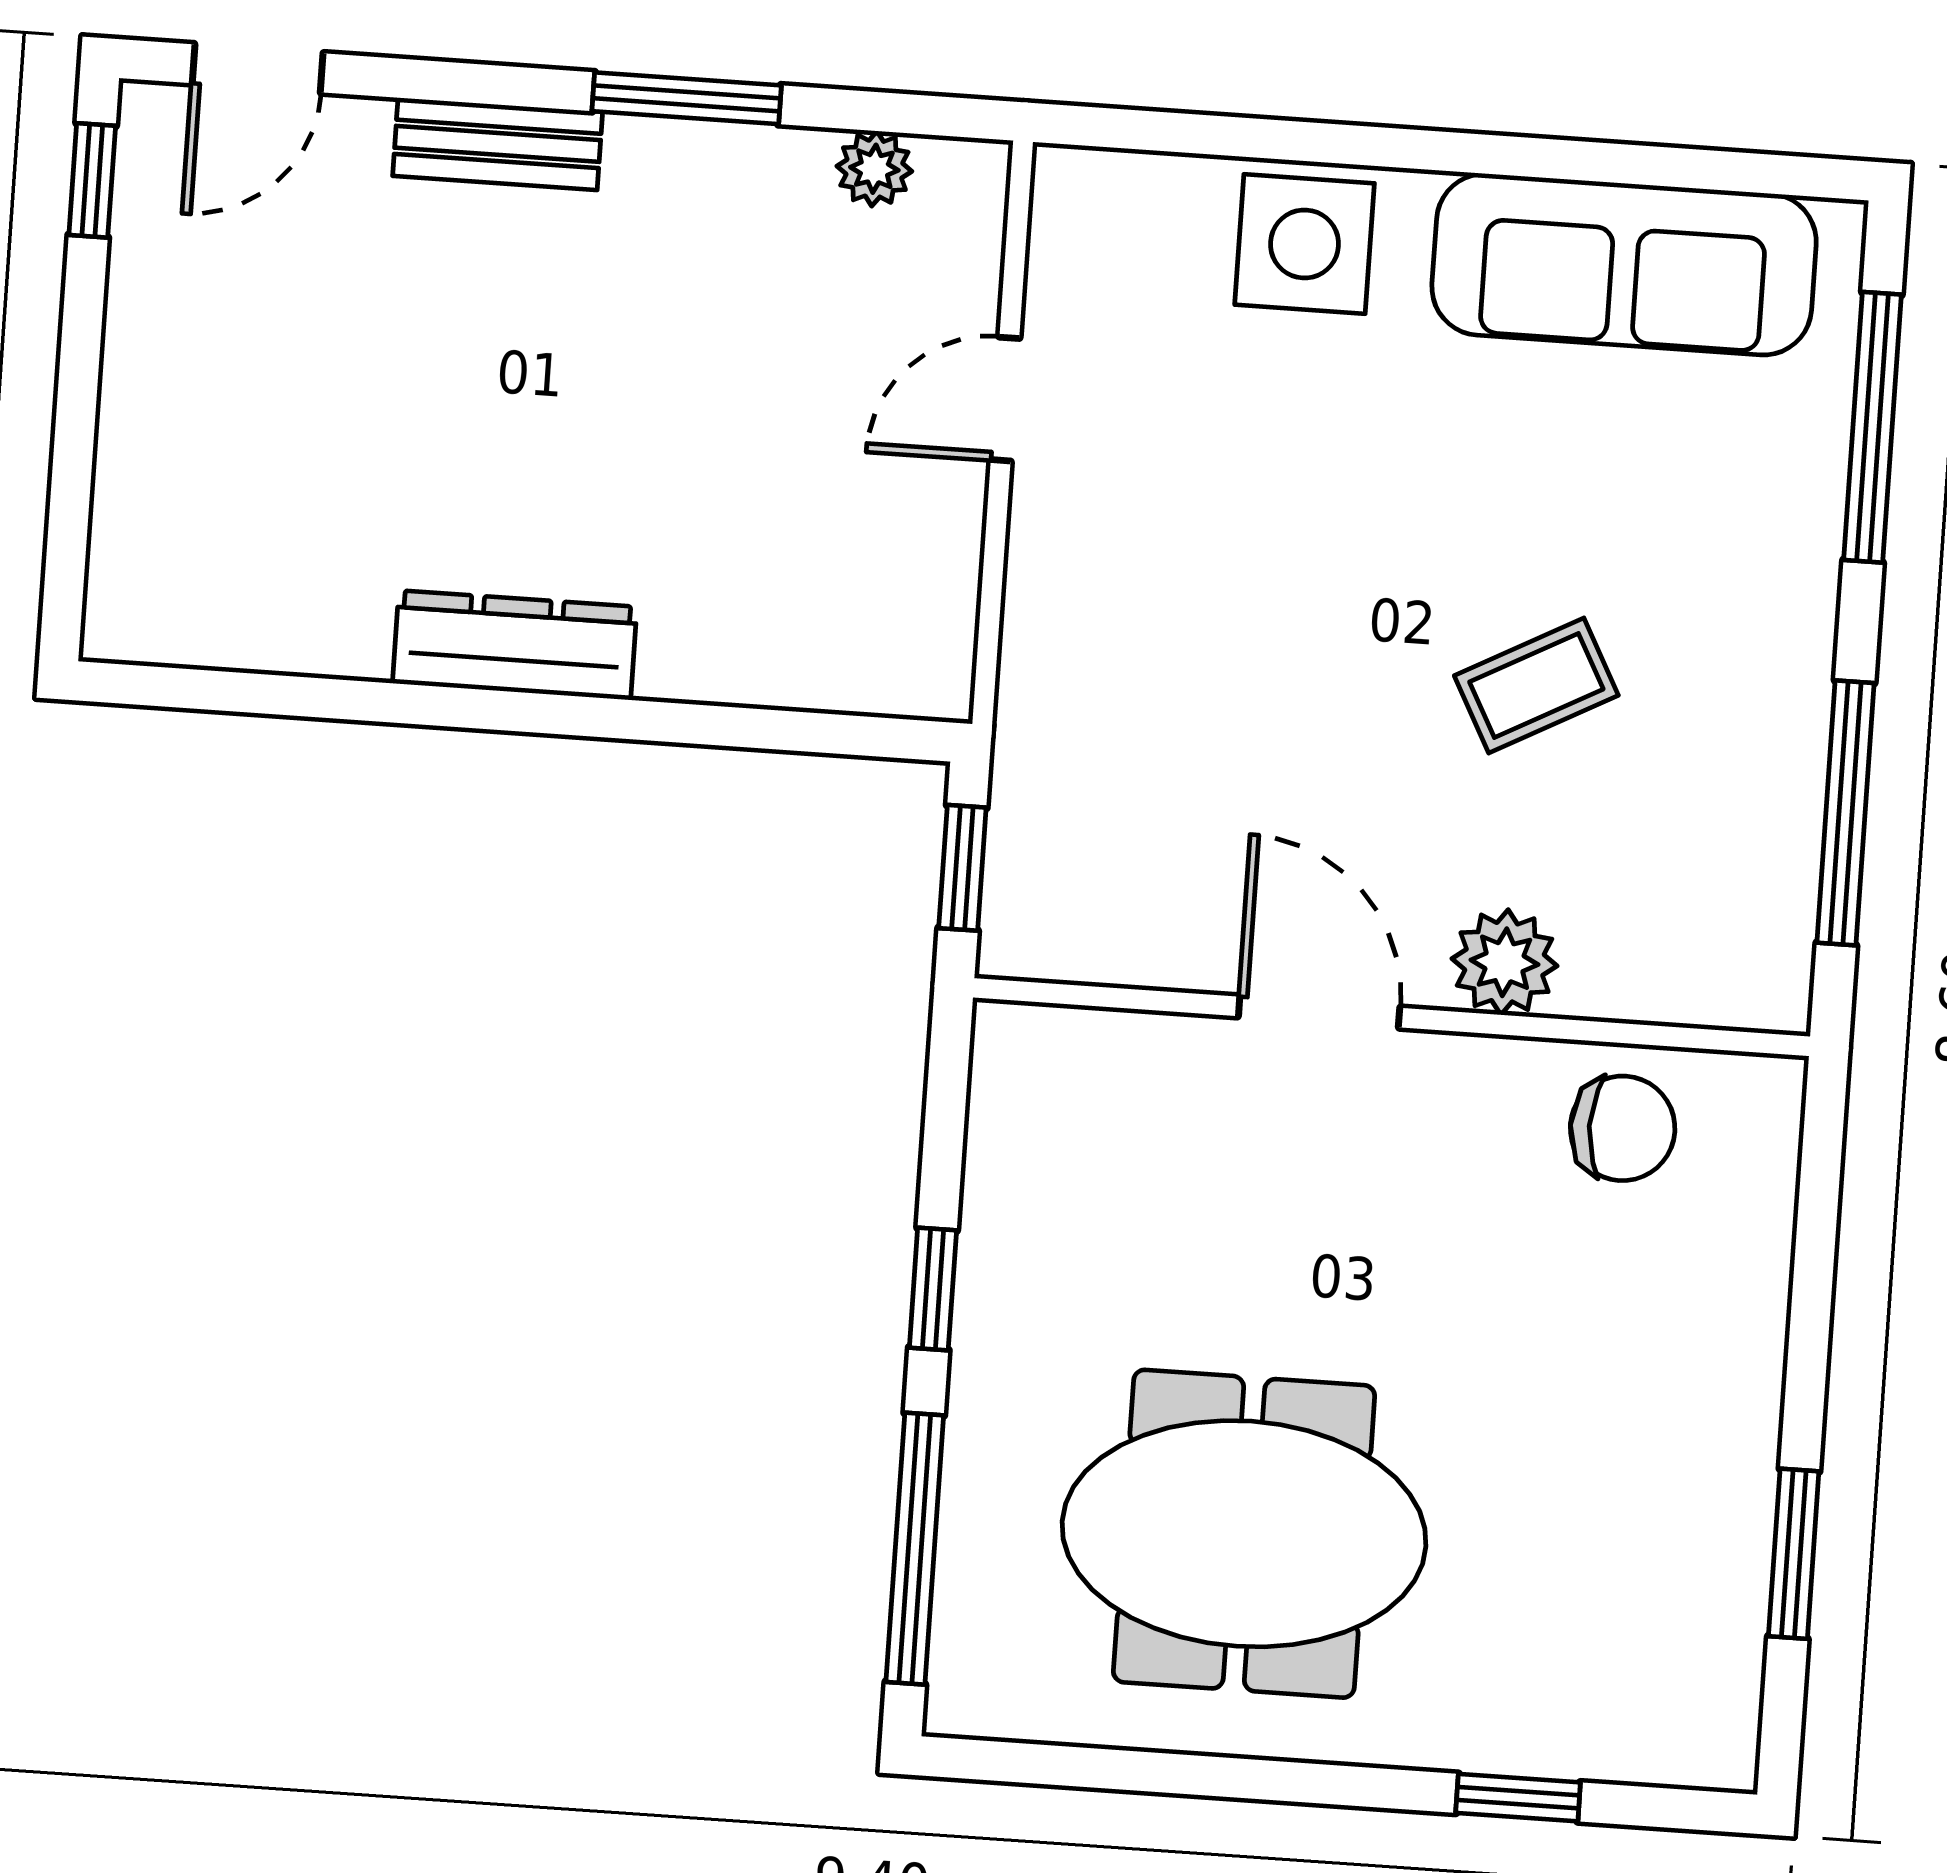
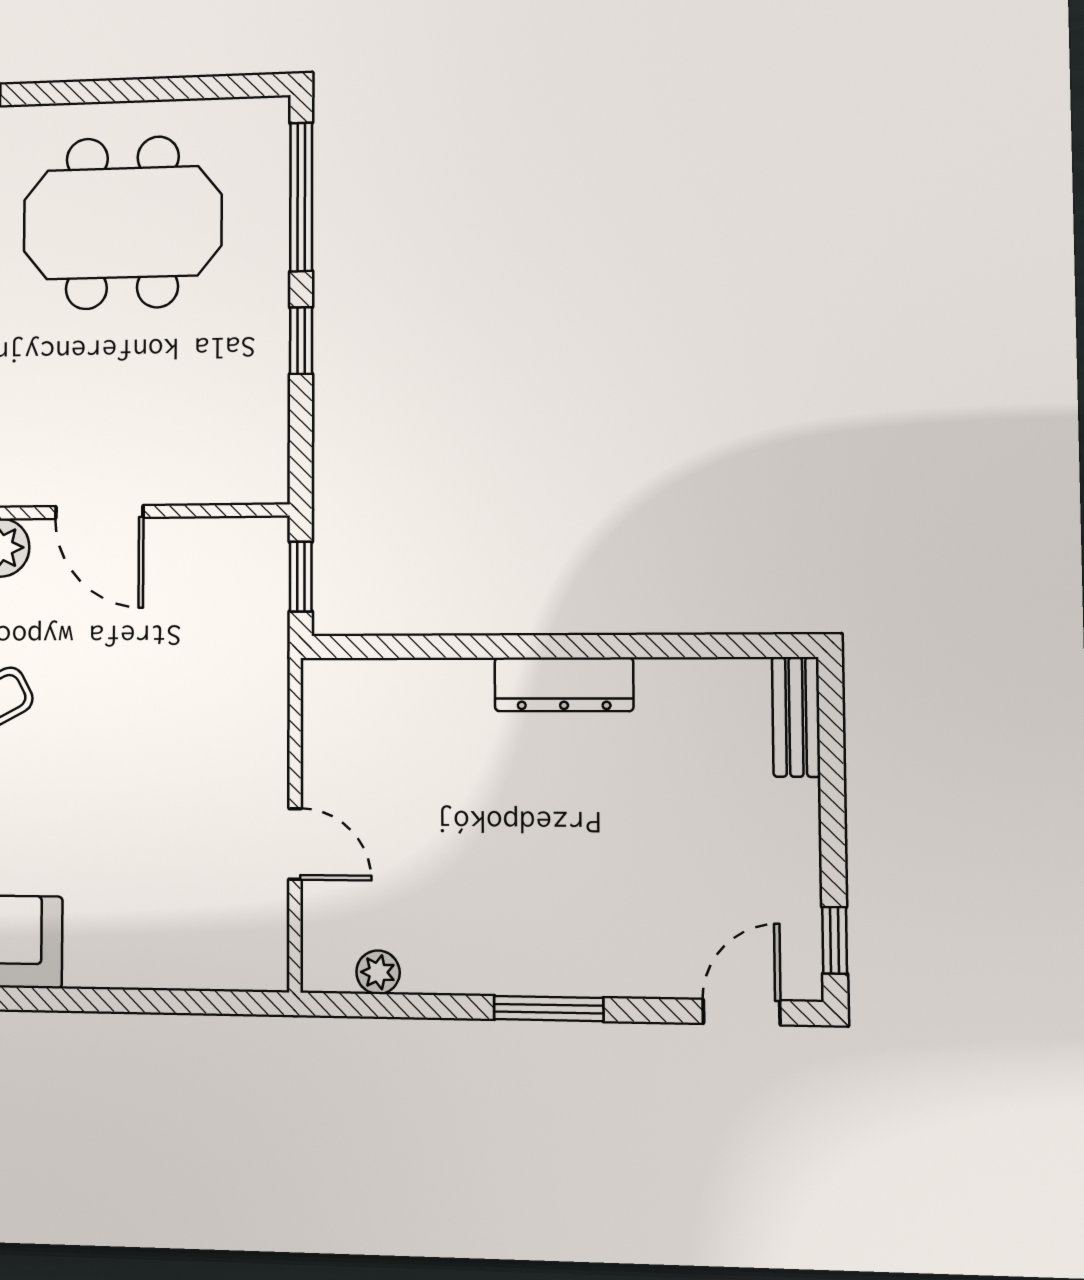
window: (687, 98) -> (549, 1009), moved
bench: (498, 144) -> (796, 717), moved, turned 90
side table: (1305, 244) -> (134, 942), removed
door: (1005, 399) -> (295, 844), hinge flipped

